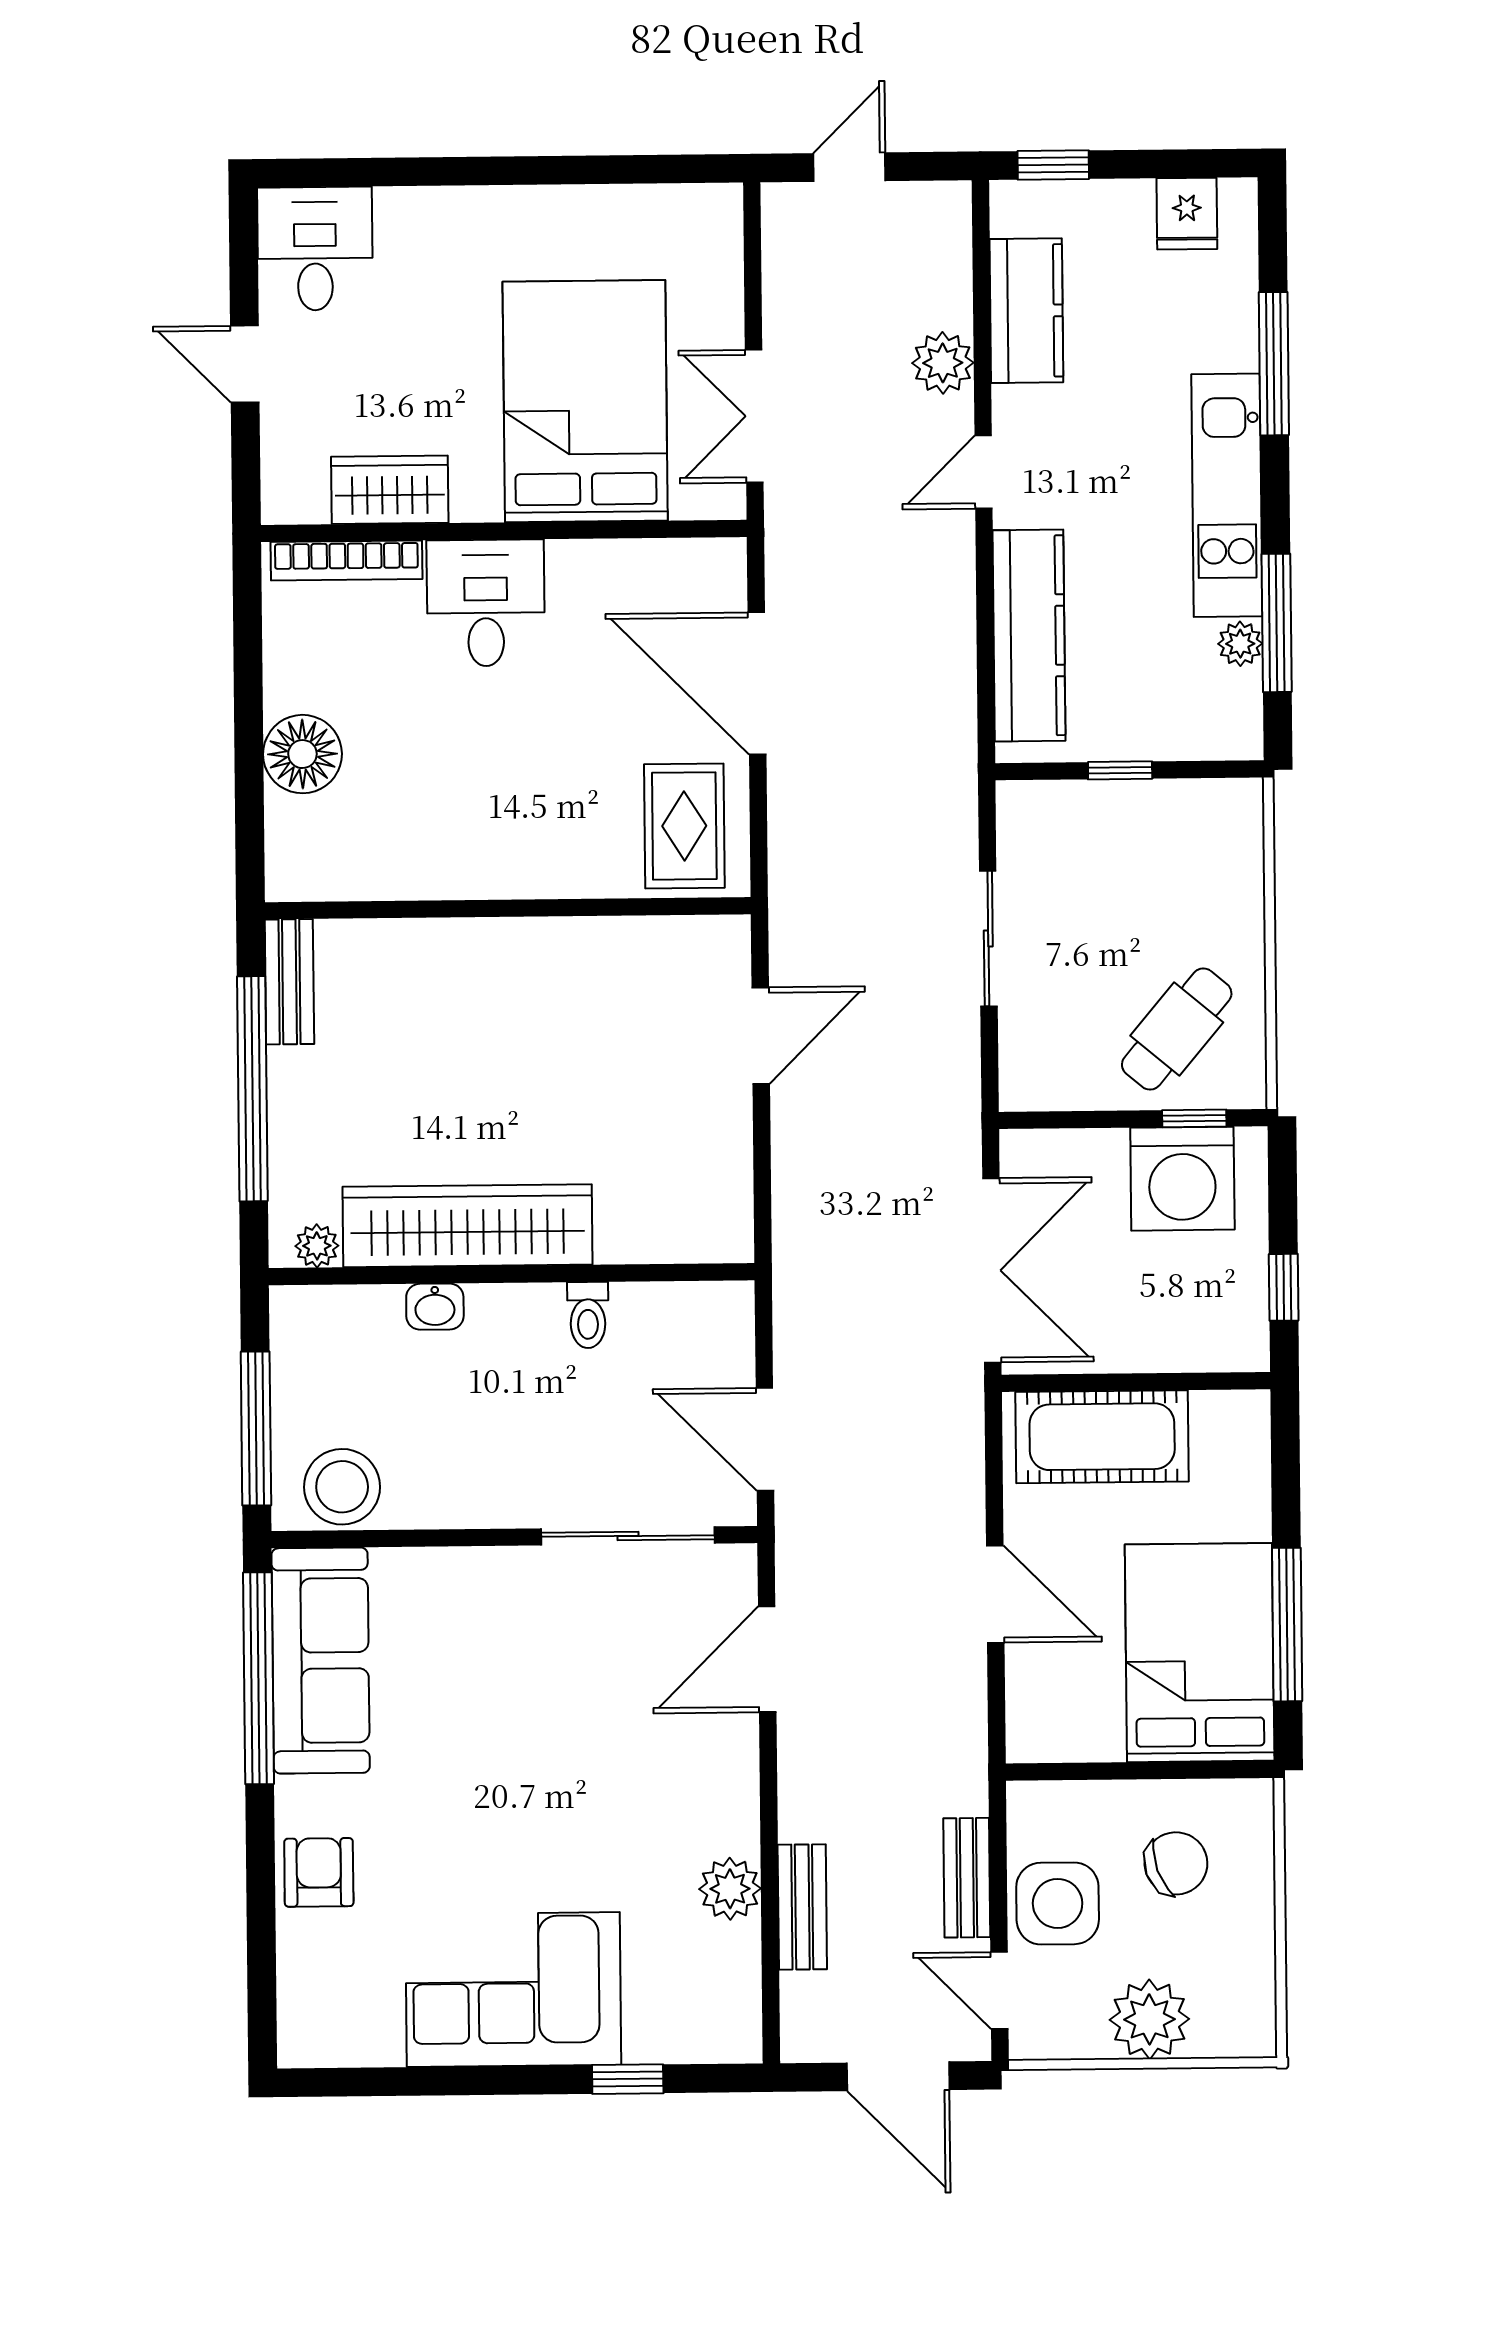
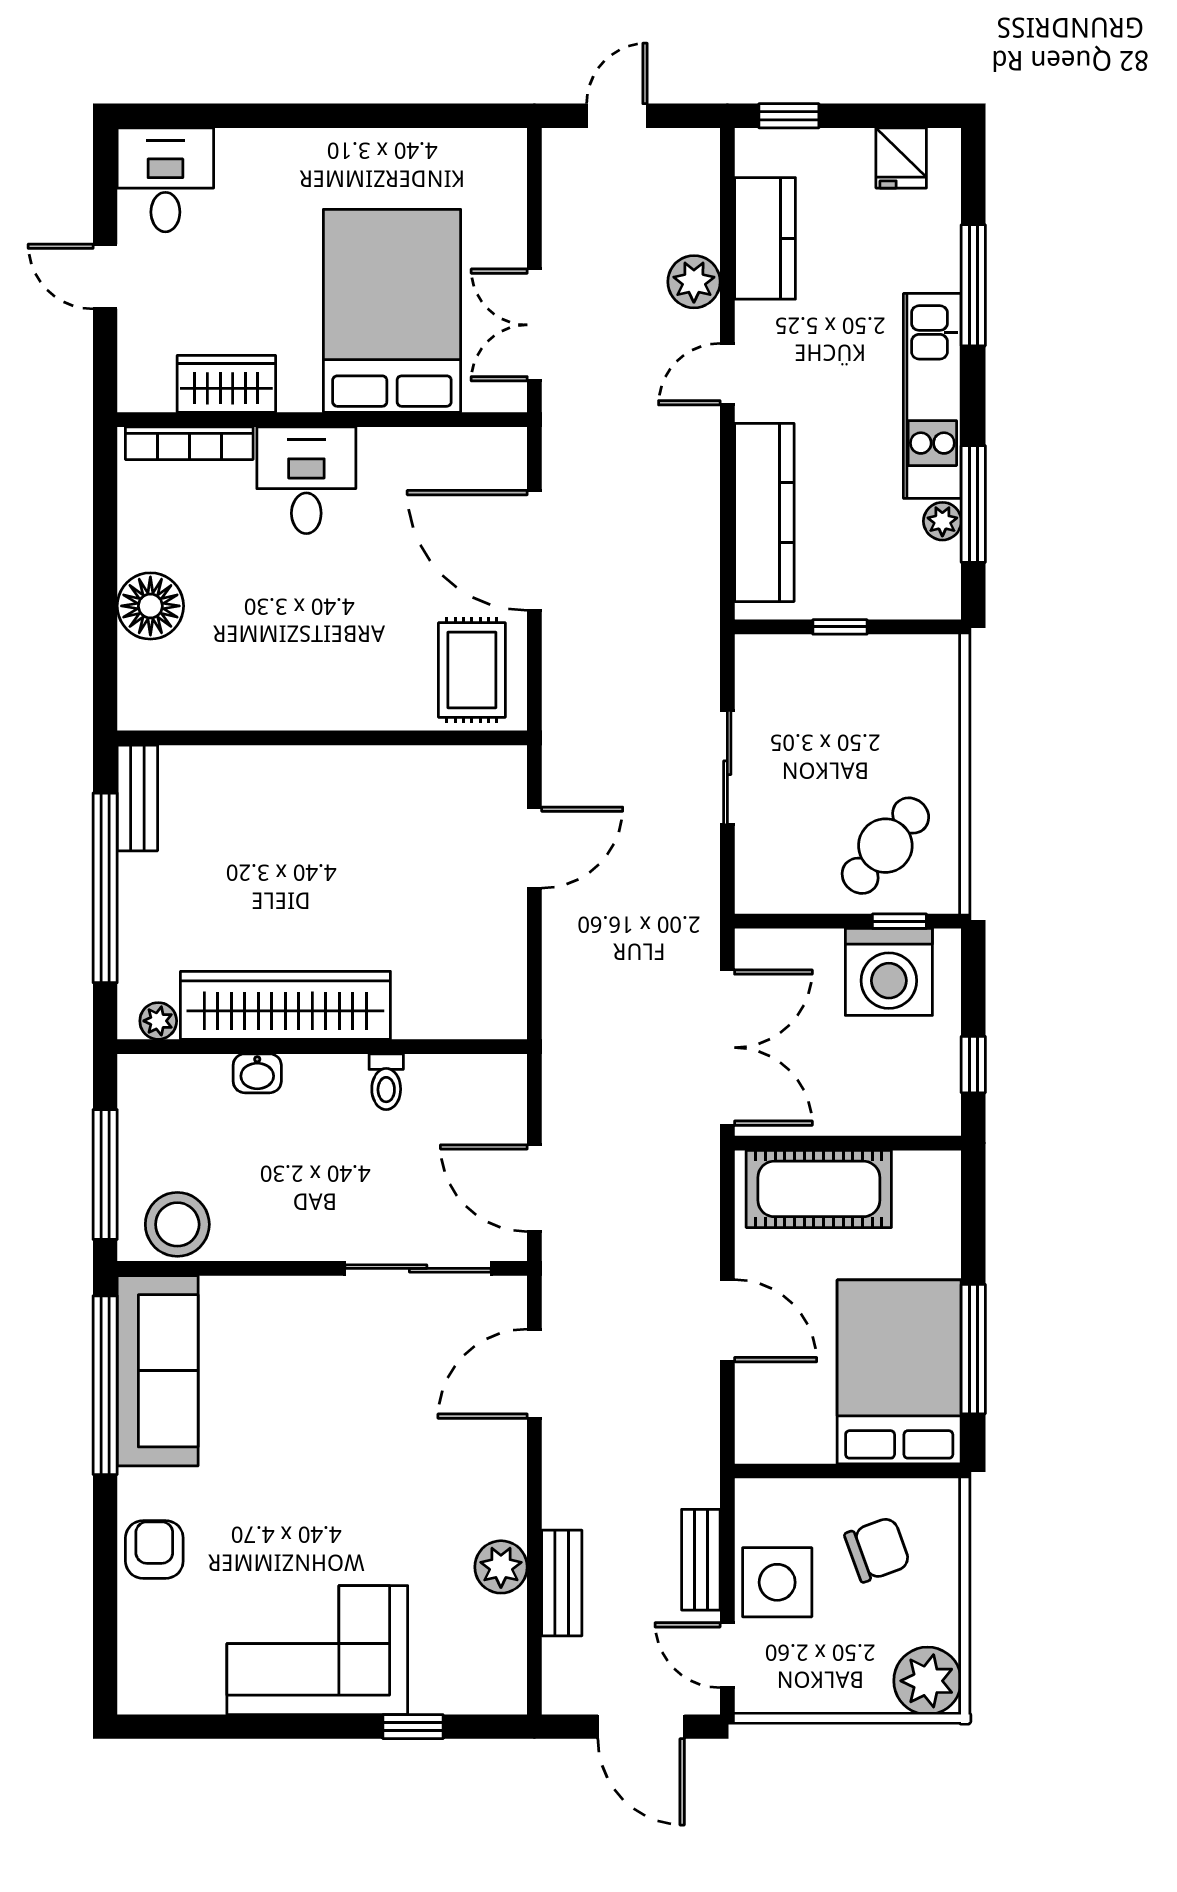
plant: (1149, 2019) -> (927, 1681), moved

